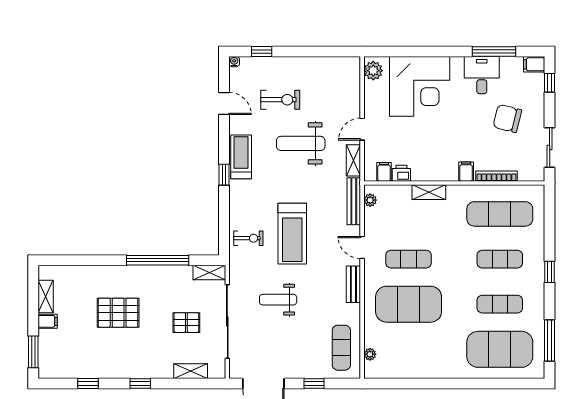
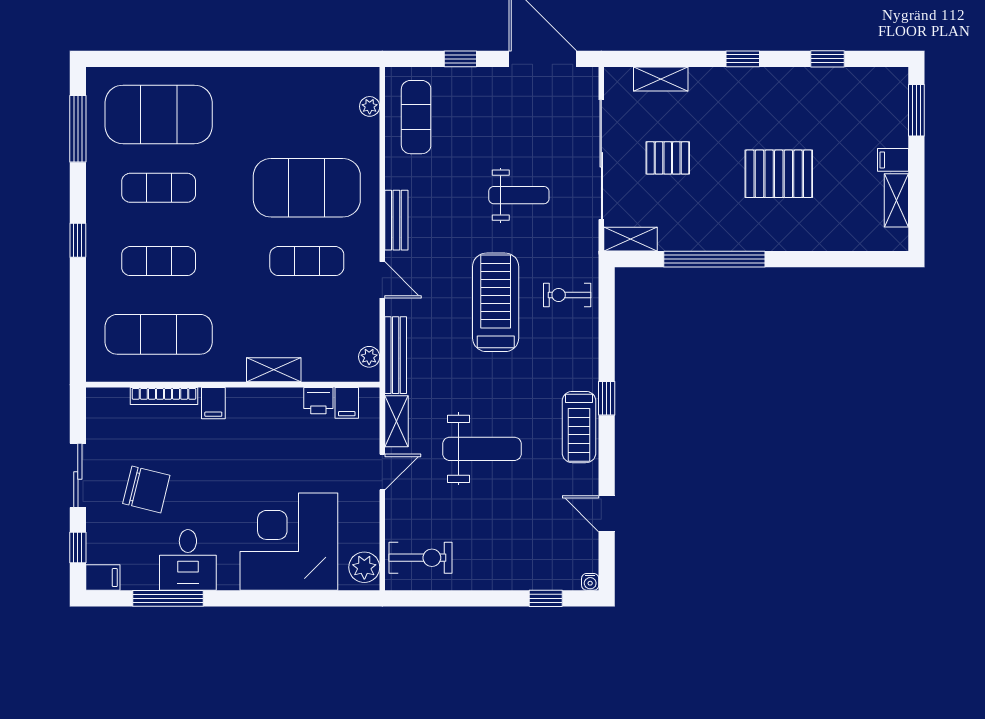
exercise bike: (280, 100) -> (421, 558), moved, turned 180
sliding door: (550, 148) -> (78, 475), moved

